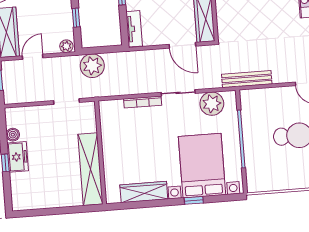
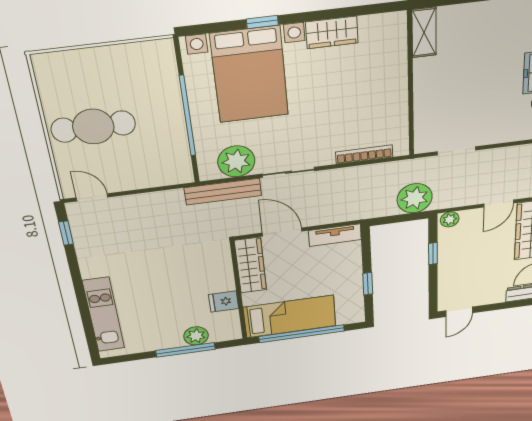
tv unit: (134, 29) -> (335, 235), moved, turned -90
bench: (247, 79) -> (223, 192), moved
bookcase: (143, 102) -> (364, 154), moved
shelving: (90, 169) -> (424, 32), width x0.45, depth x0.75
wardrobe: (144, 192) -> (332, 32), width x0.67

